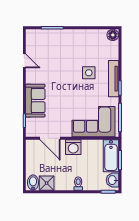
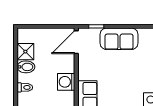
door: (50, 138) -> (76, 42), moved
bidet: (33, 183) -> (26, 67), moved

